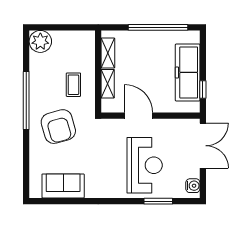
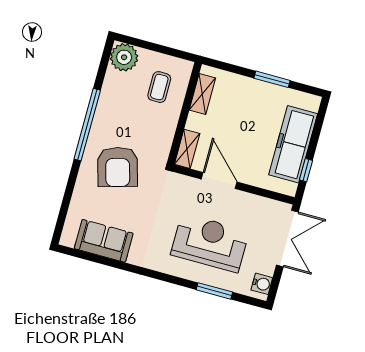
window: (158, 27) -> (272, 79), width x0.47
shelving: (108, 84) -> (187, 149), moved
coffee table: (73, 85) -> (159, 87), moved
reception desk: (145, 165) -> (210, 243), turned -90

